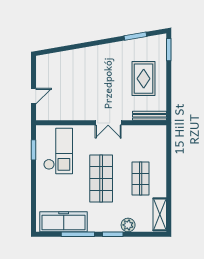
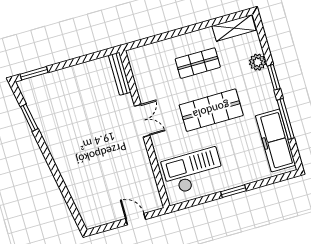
rug: (144, 79) -> (77, 94), removed
window: (34, 150) -> (233, 191), moved

